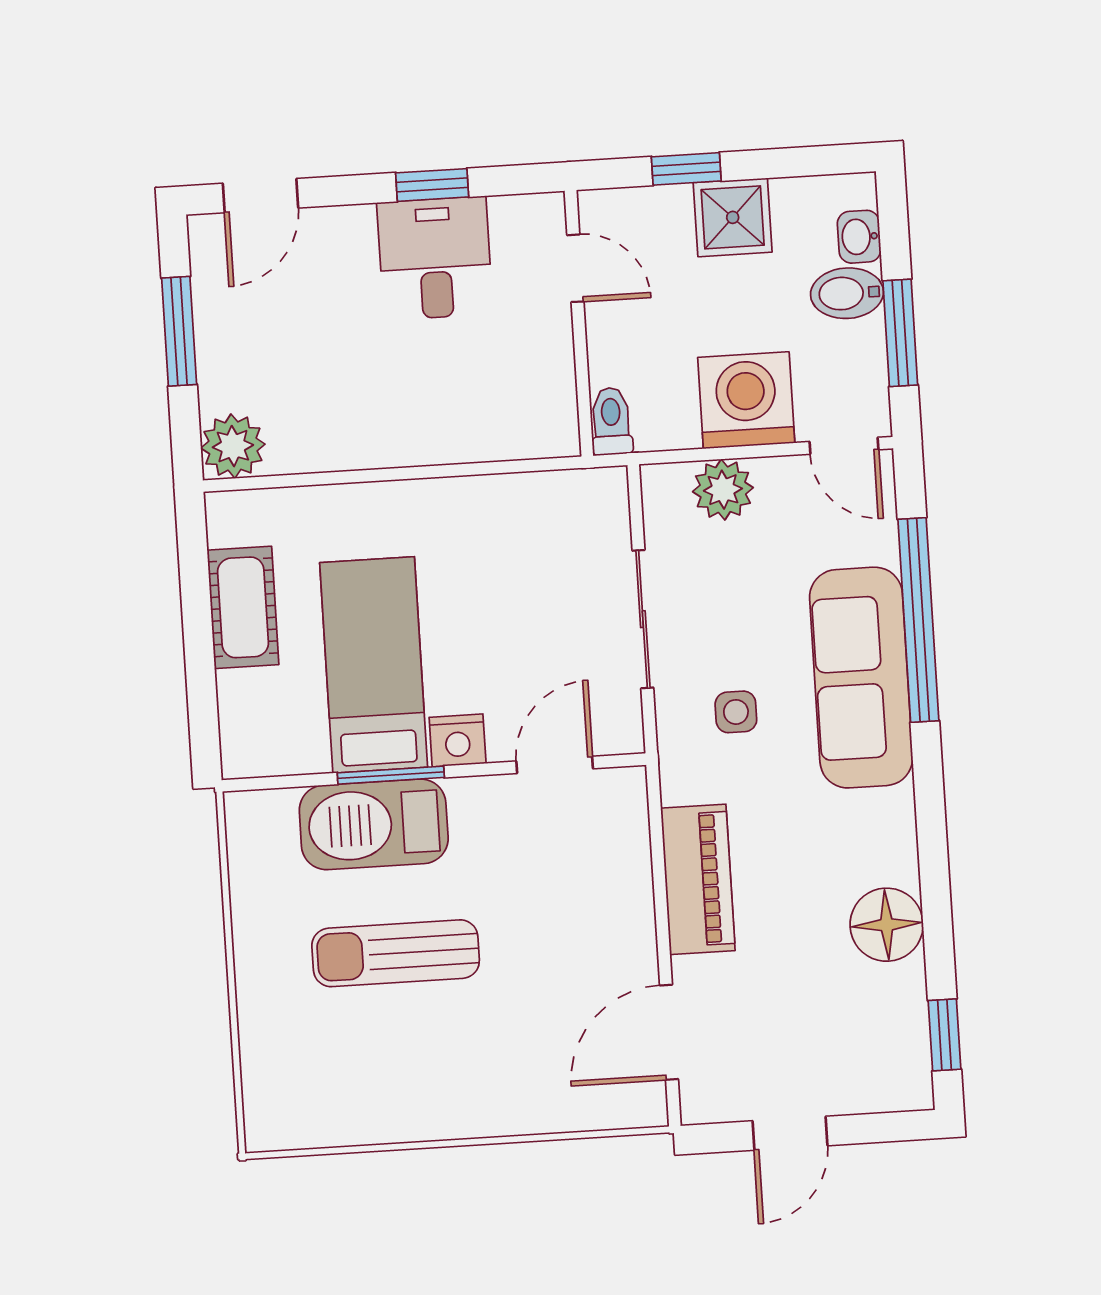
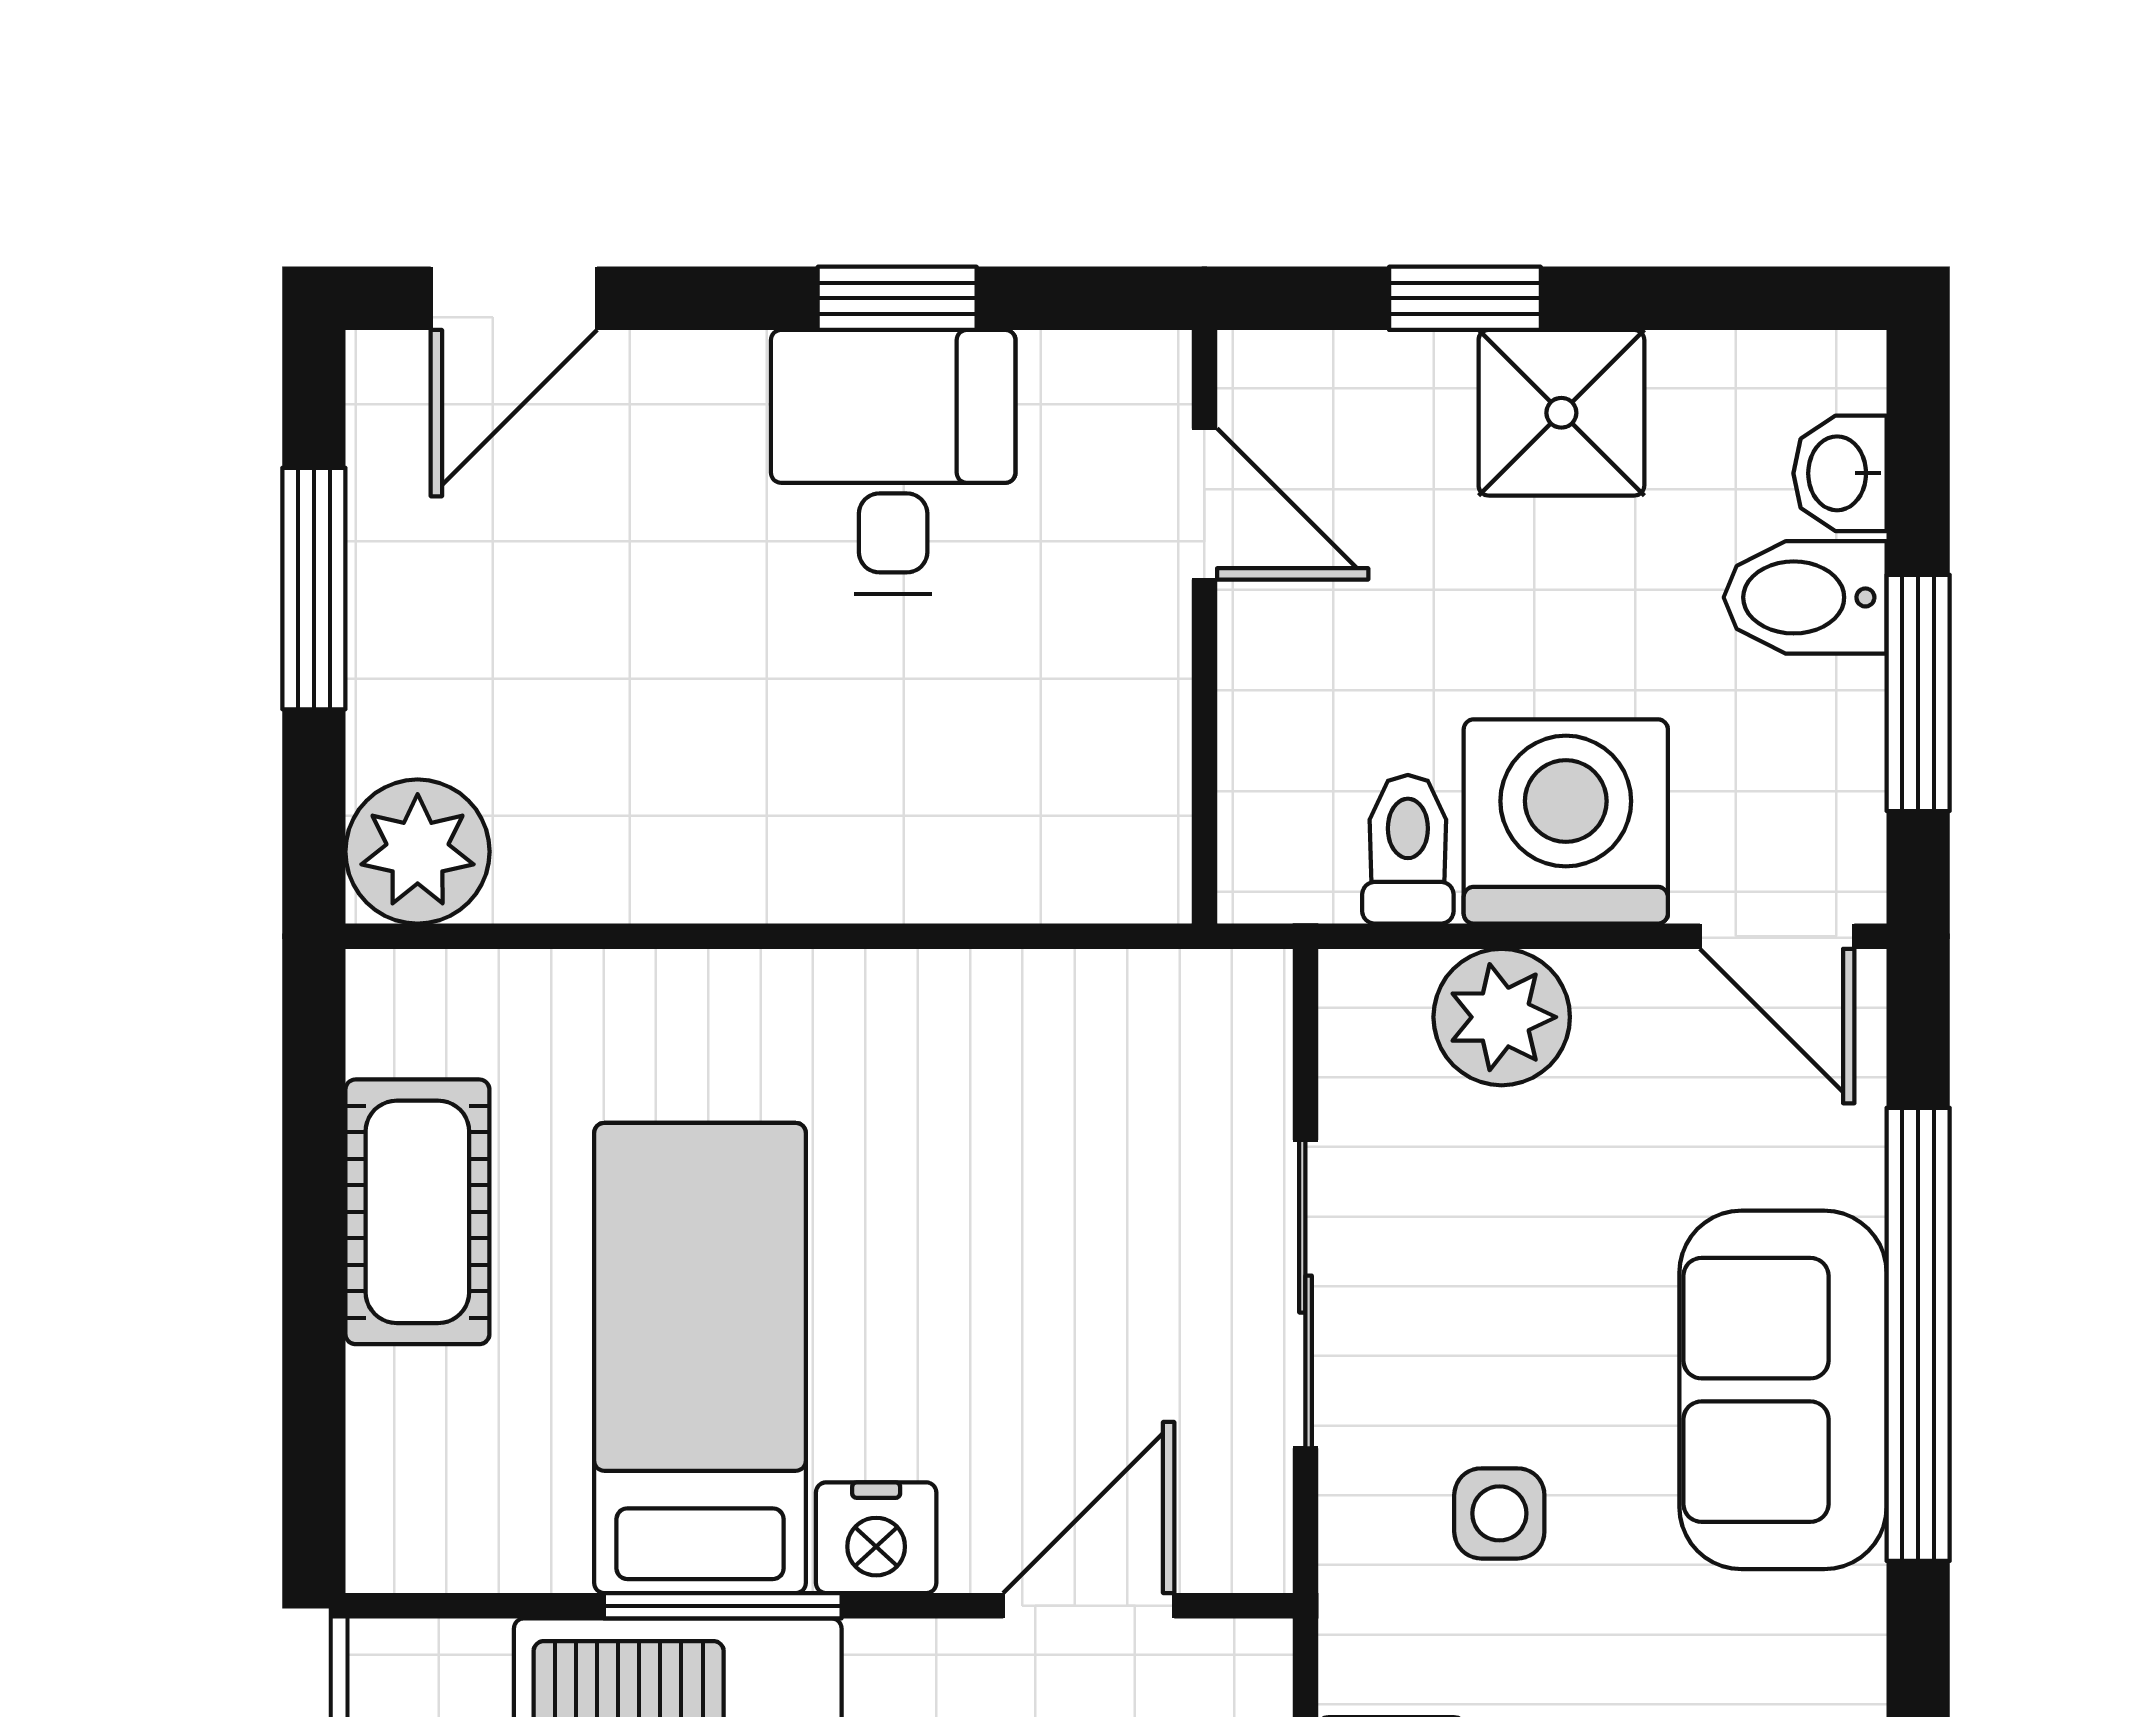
toilet: (611, 421) -> (1408, 849), moved
sofa: (861, 678) -> (1783, 1390), width x0.73

